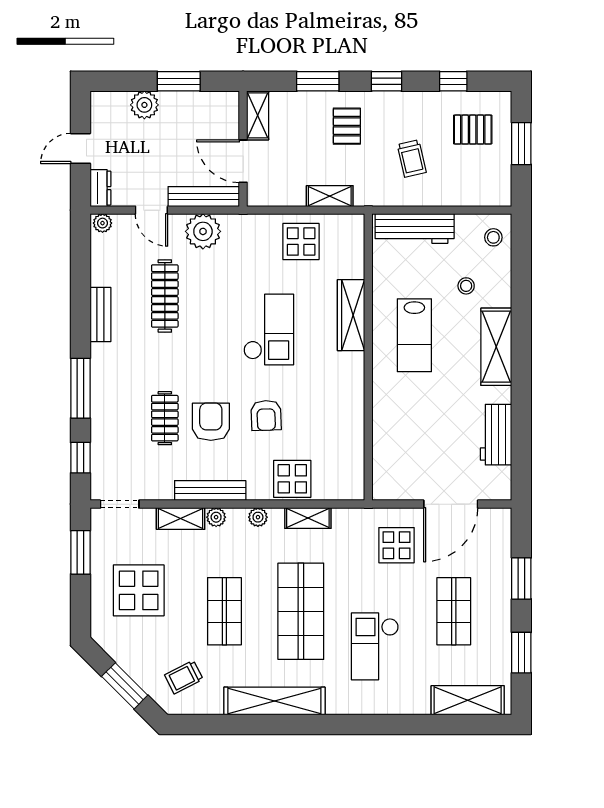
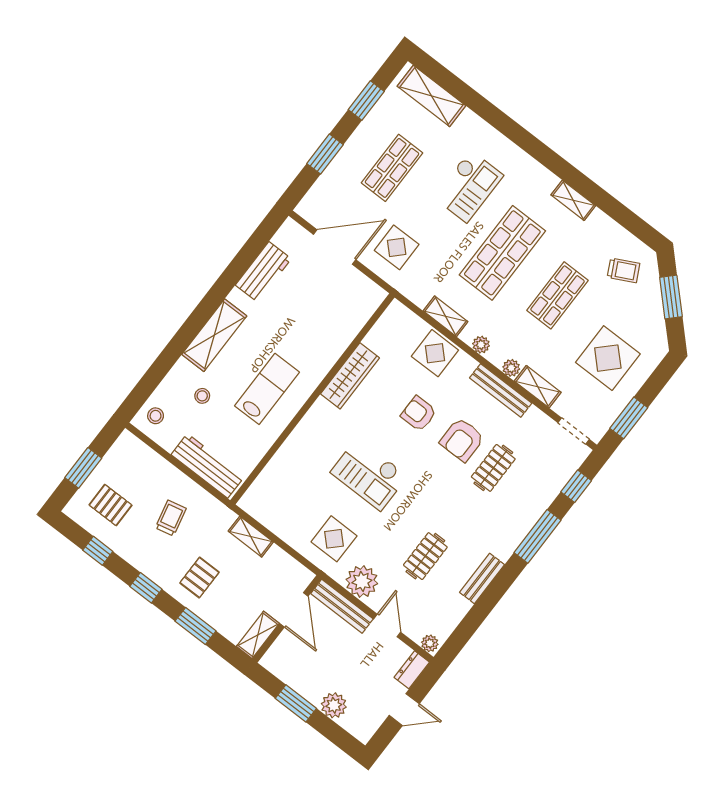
display table: (301, 241) -> (334, 539), moved
clothes rail: (165, 296) -> (425, 556), width x0.73
wardrobe: (351, 315) -> (350, 376), moved
checkout: (269, 330) -> (369, 474), turned -90
armchair: (266, 415) -> (419, 414), turned -88
shelving: (274, 701) -> (573, 200), width x0.45, depth x0.75

